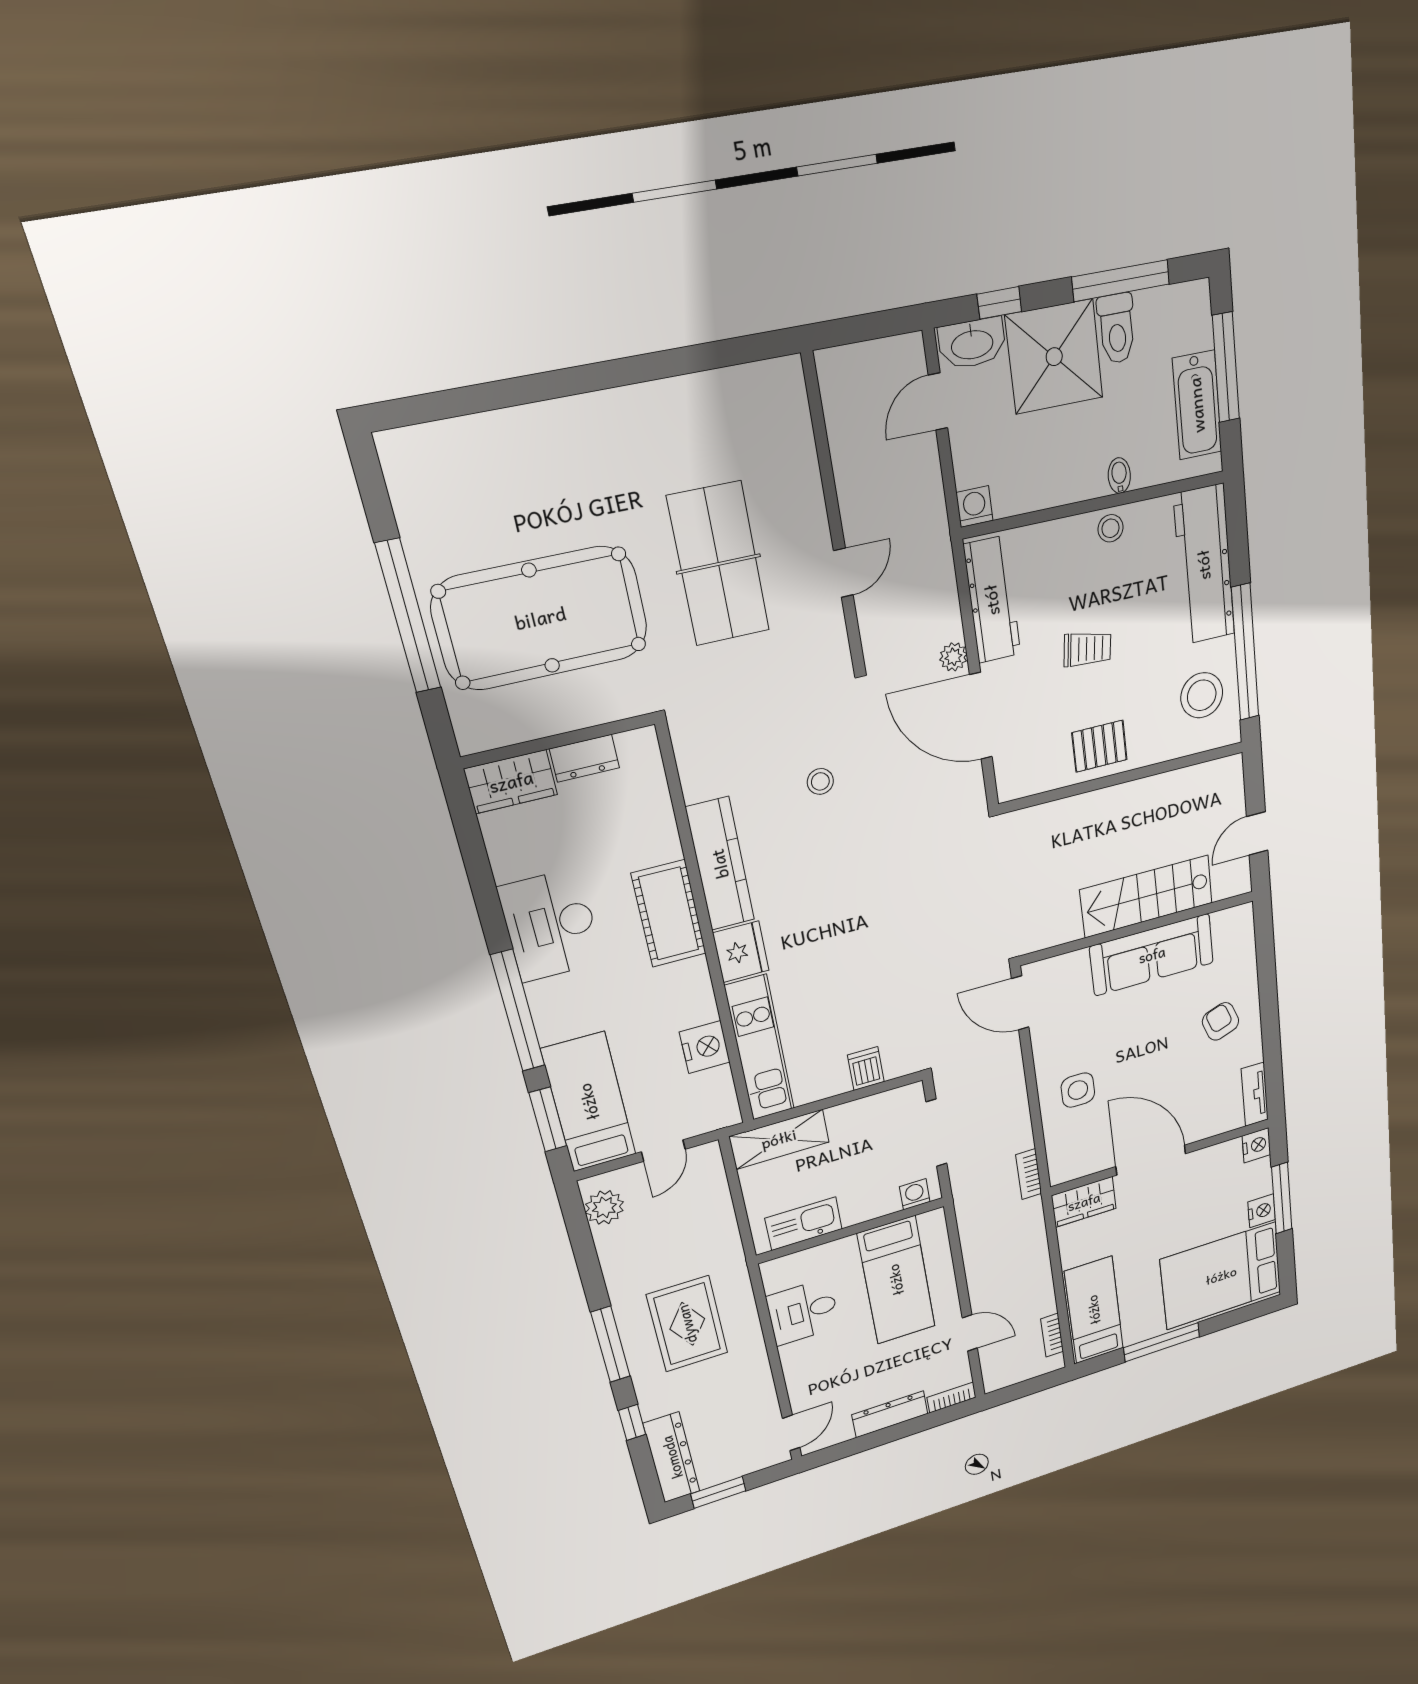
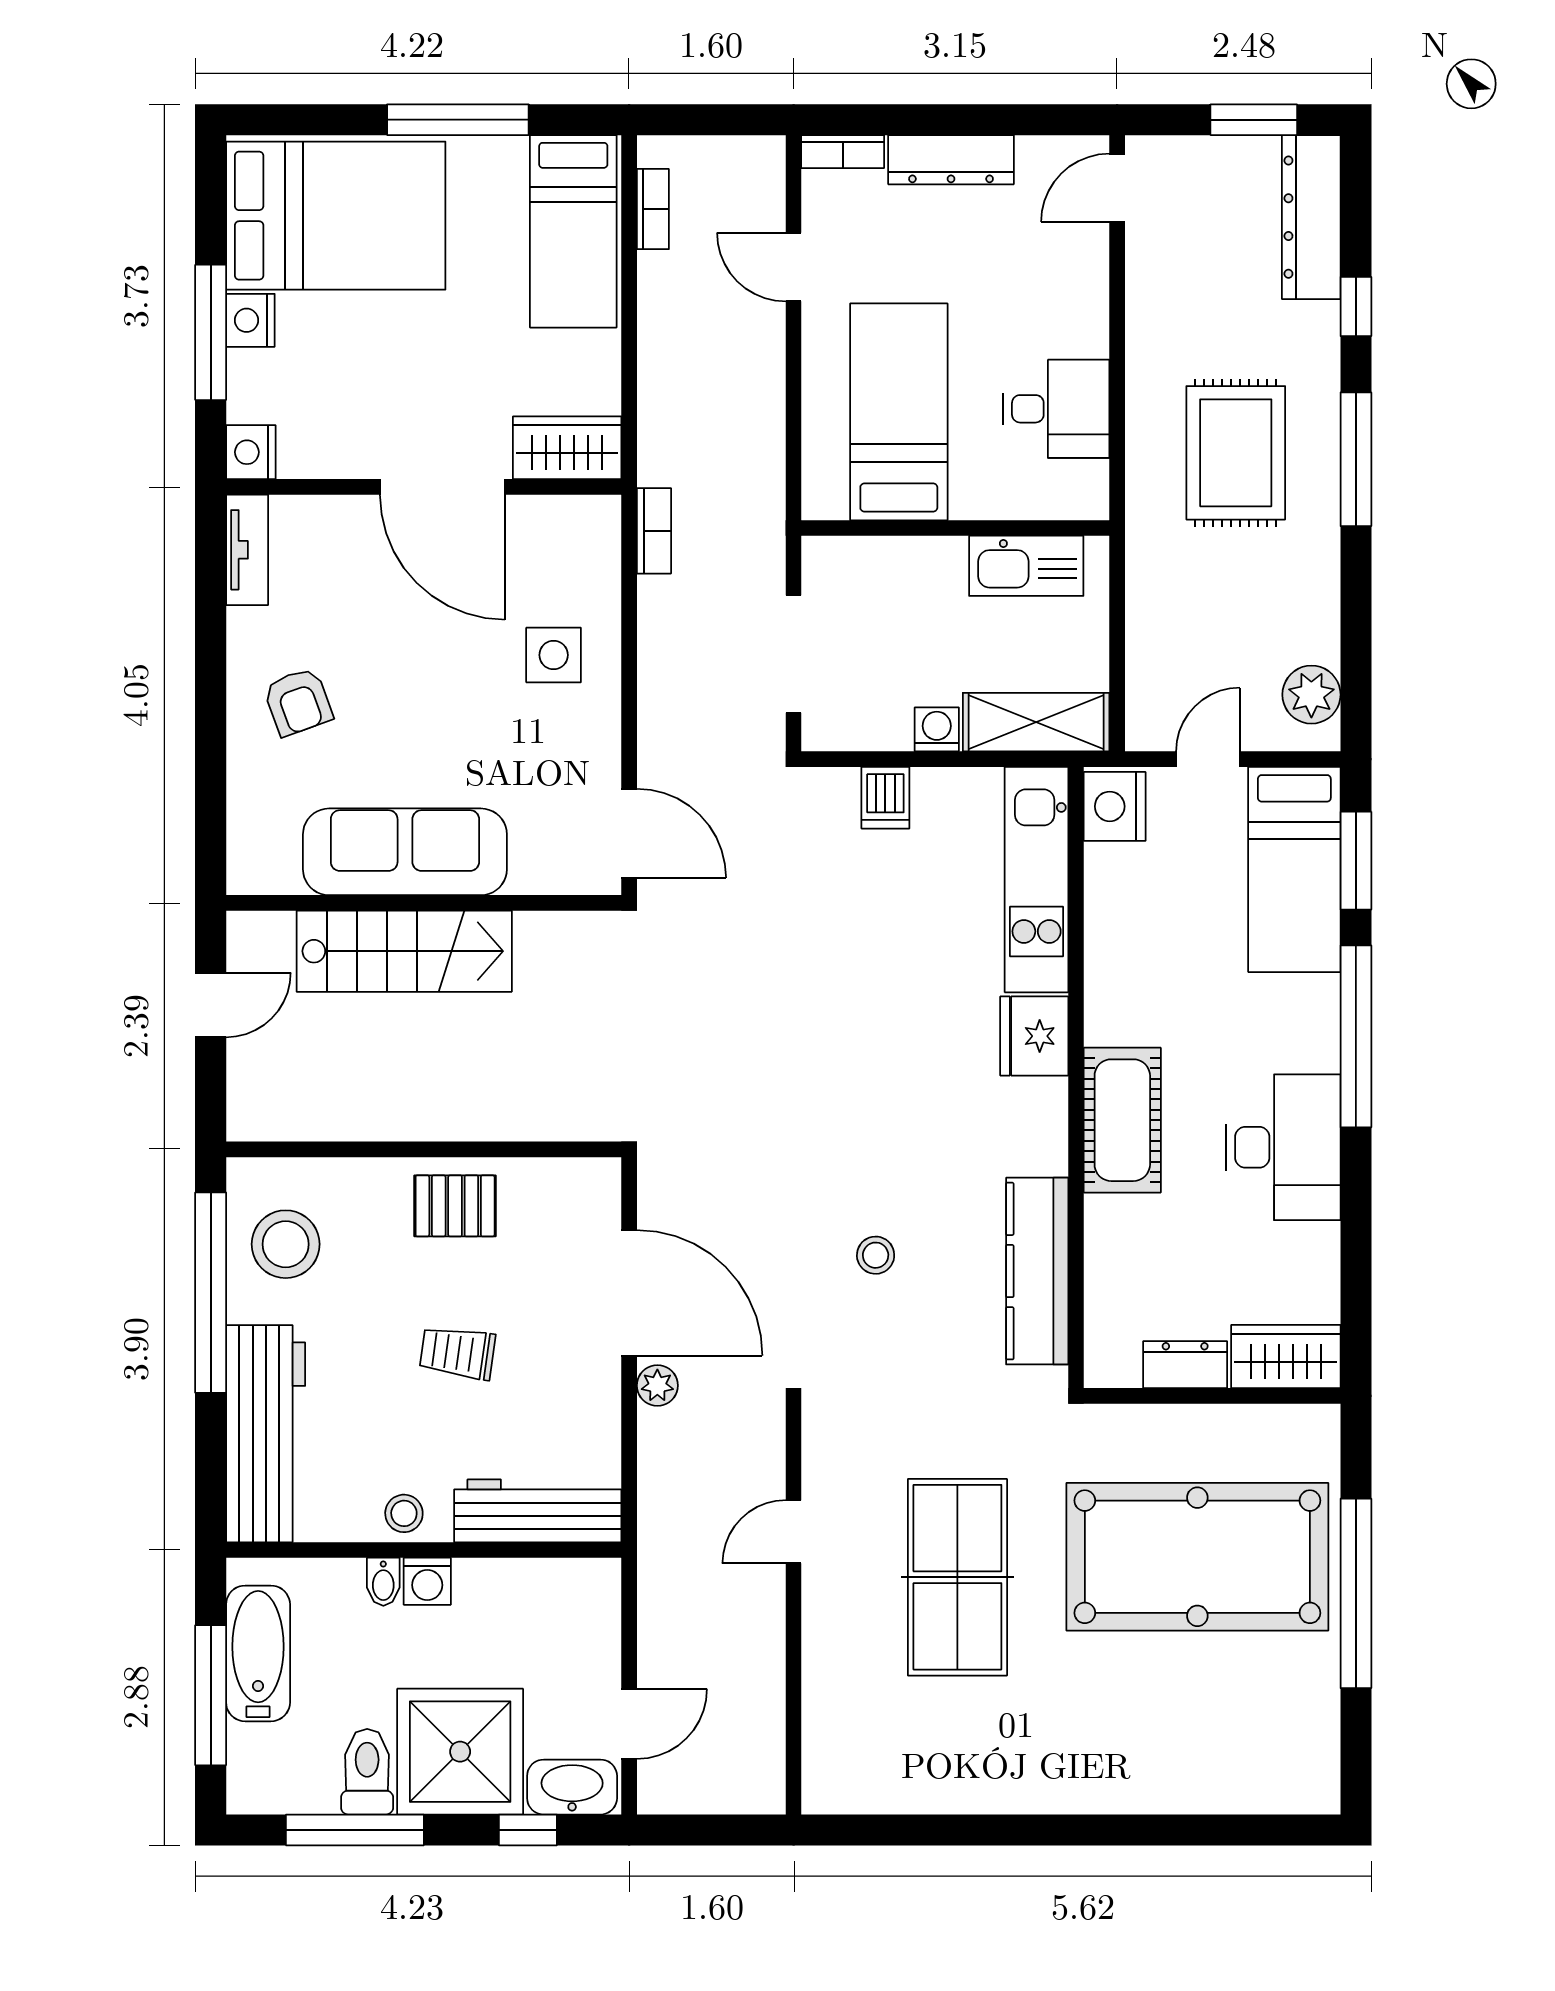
washing machine: (975, 507) -> (427, 1581), moved
workbench: (992, 600) -> (538, 1511), moved, turned 90
kitchen counter: (720, 864) -> (1037, 1271), moved
nightstand: (705, 1047) -> (1115, 806), moved
washing machine: (915, 1194) -> (937, 729), moved, turned 180

